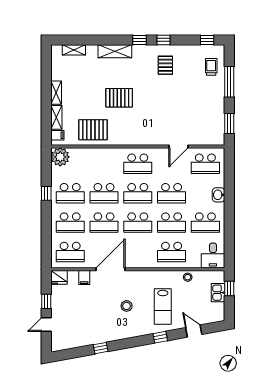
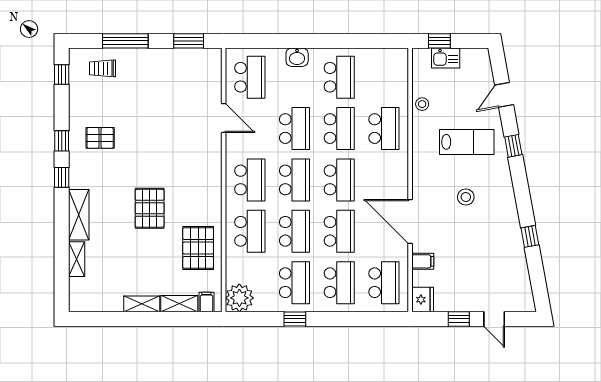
shelving: (74, 50) -> (77, 259), moved
school desk: (104, 164) -> (250, 231), added
desk: (213, 256) -> (389, 66), removed

